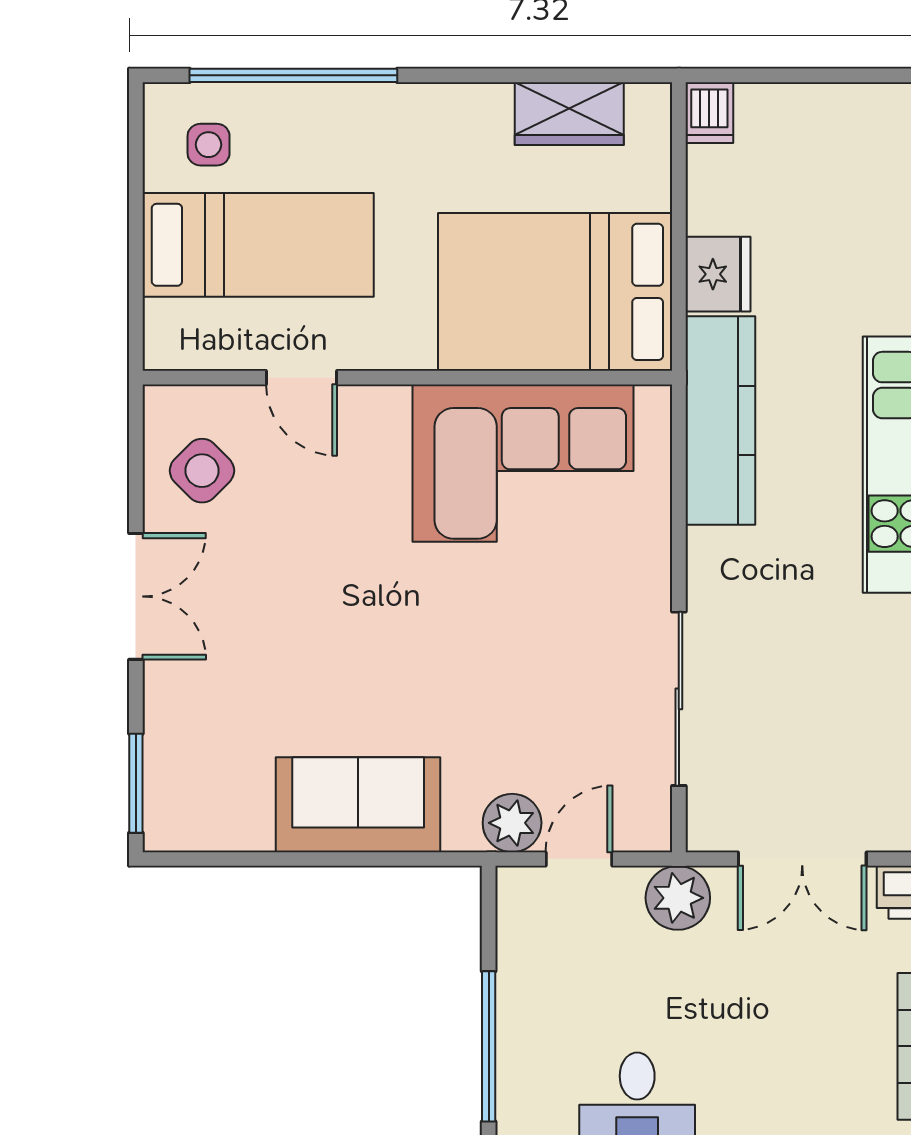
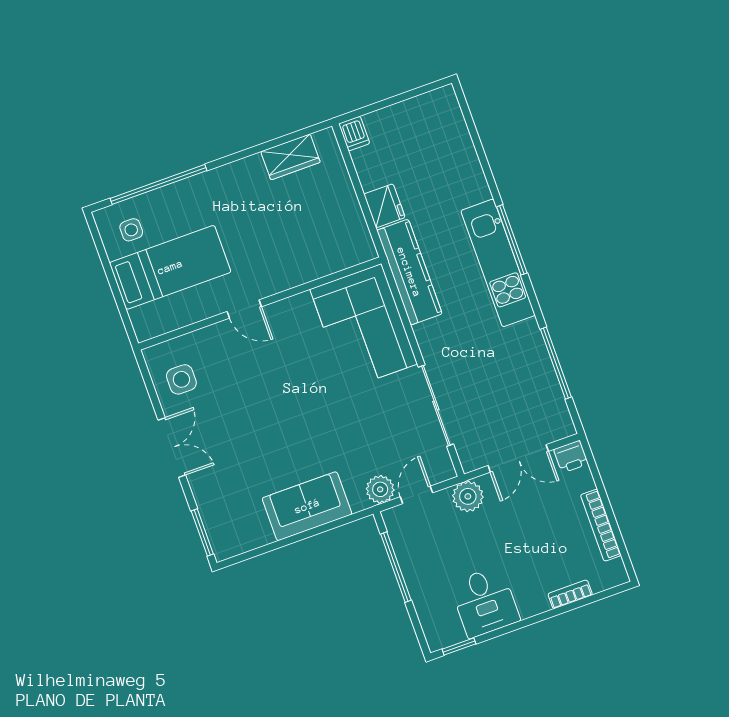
bed: (555, 292) -> (313, 240), removed
door: (302, 378) -> (244, 309), moved
corner sofa: (523, 463) -> (364, 327), moved, turned 90
side table: (202, 471) -> (181, 379), turned 45
window: (489, 1046) -> (396, 567), moved

